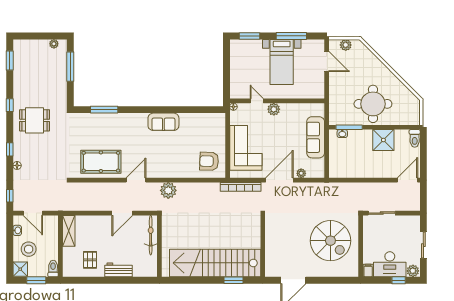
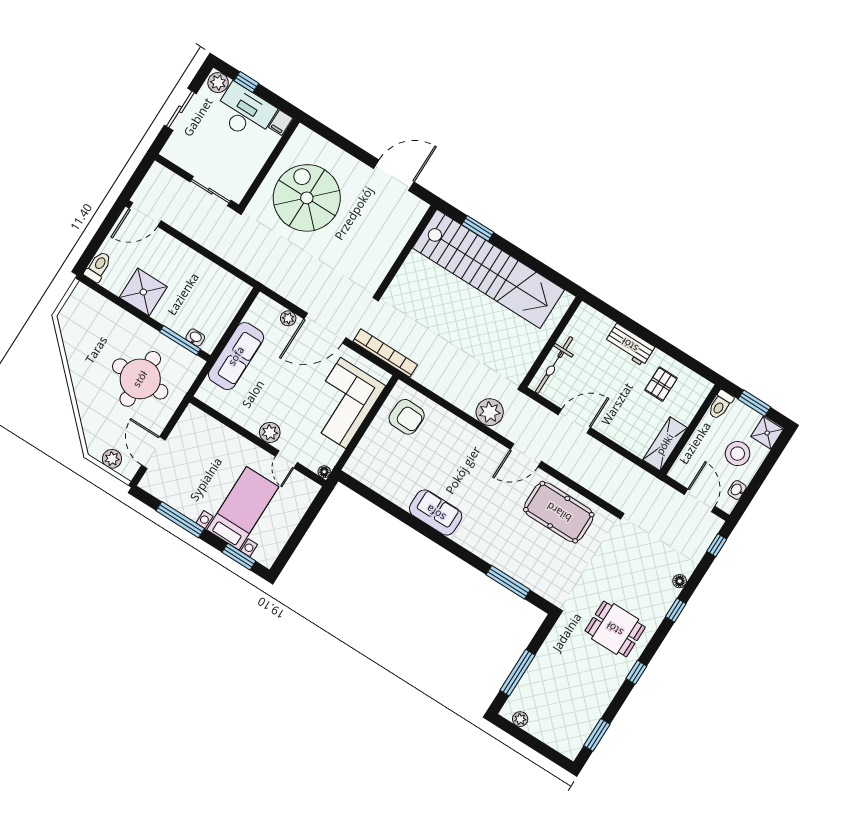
bed with nightstands: (282, 62) -> (243, 508), moved
round table: (373, 104) -> (140, 379), moved

